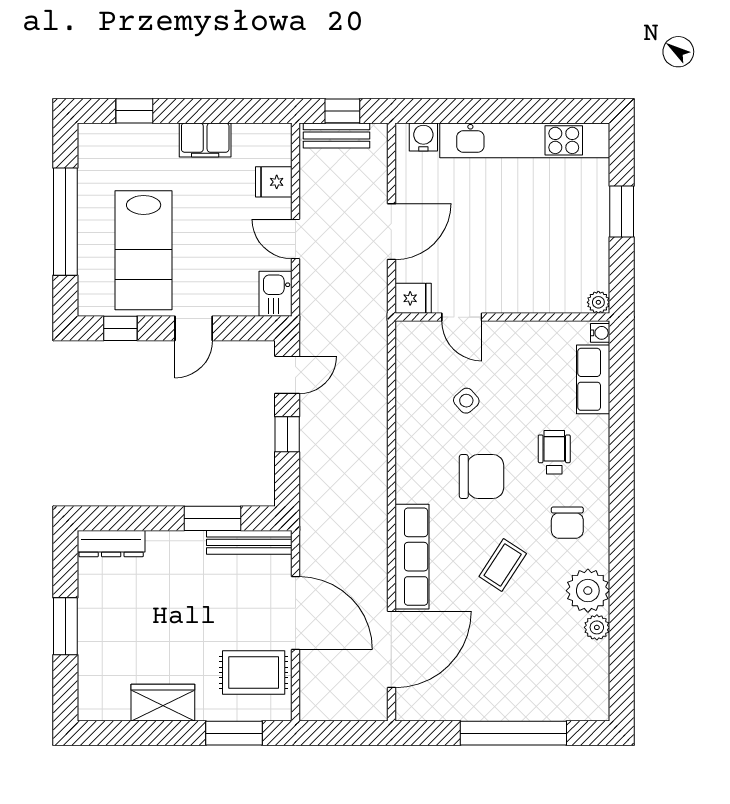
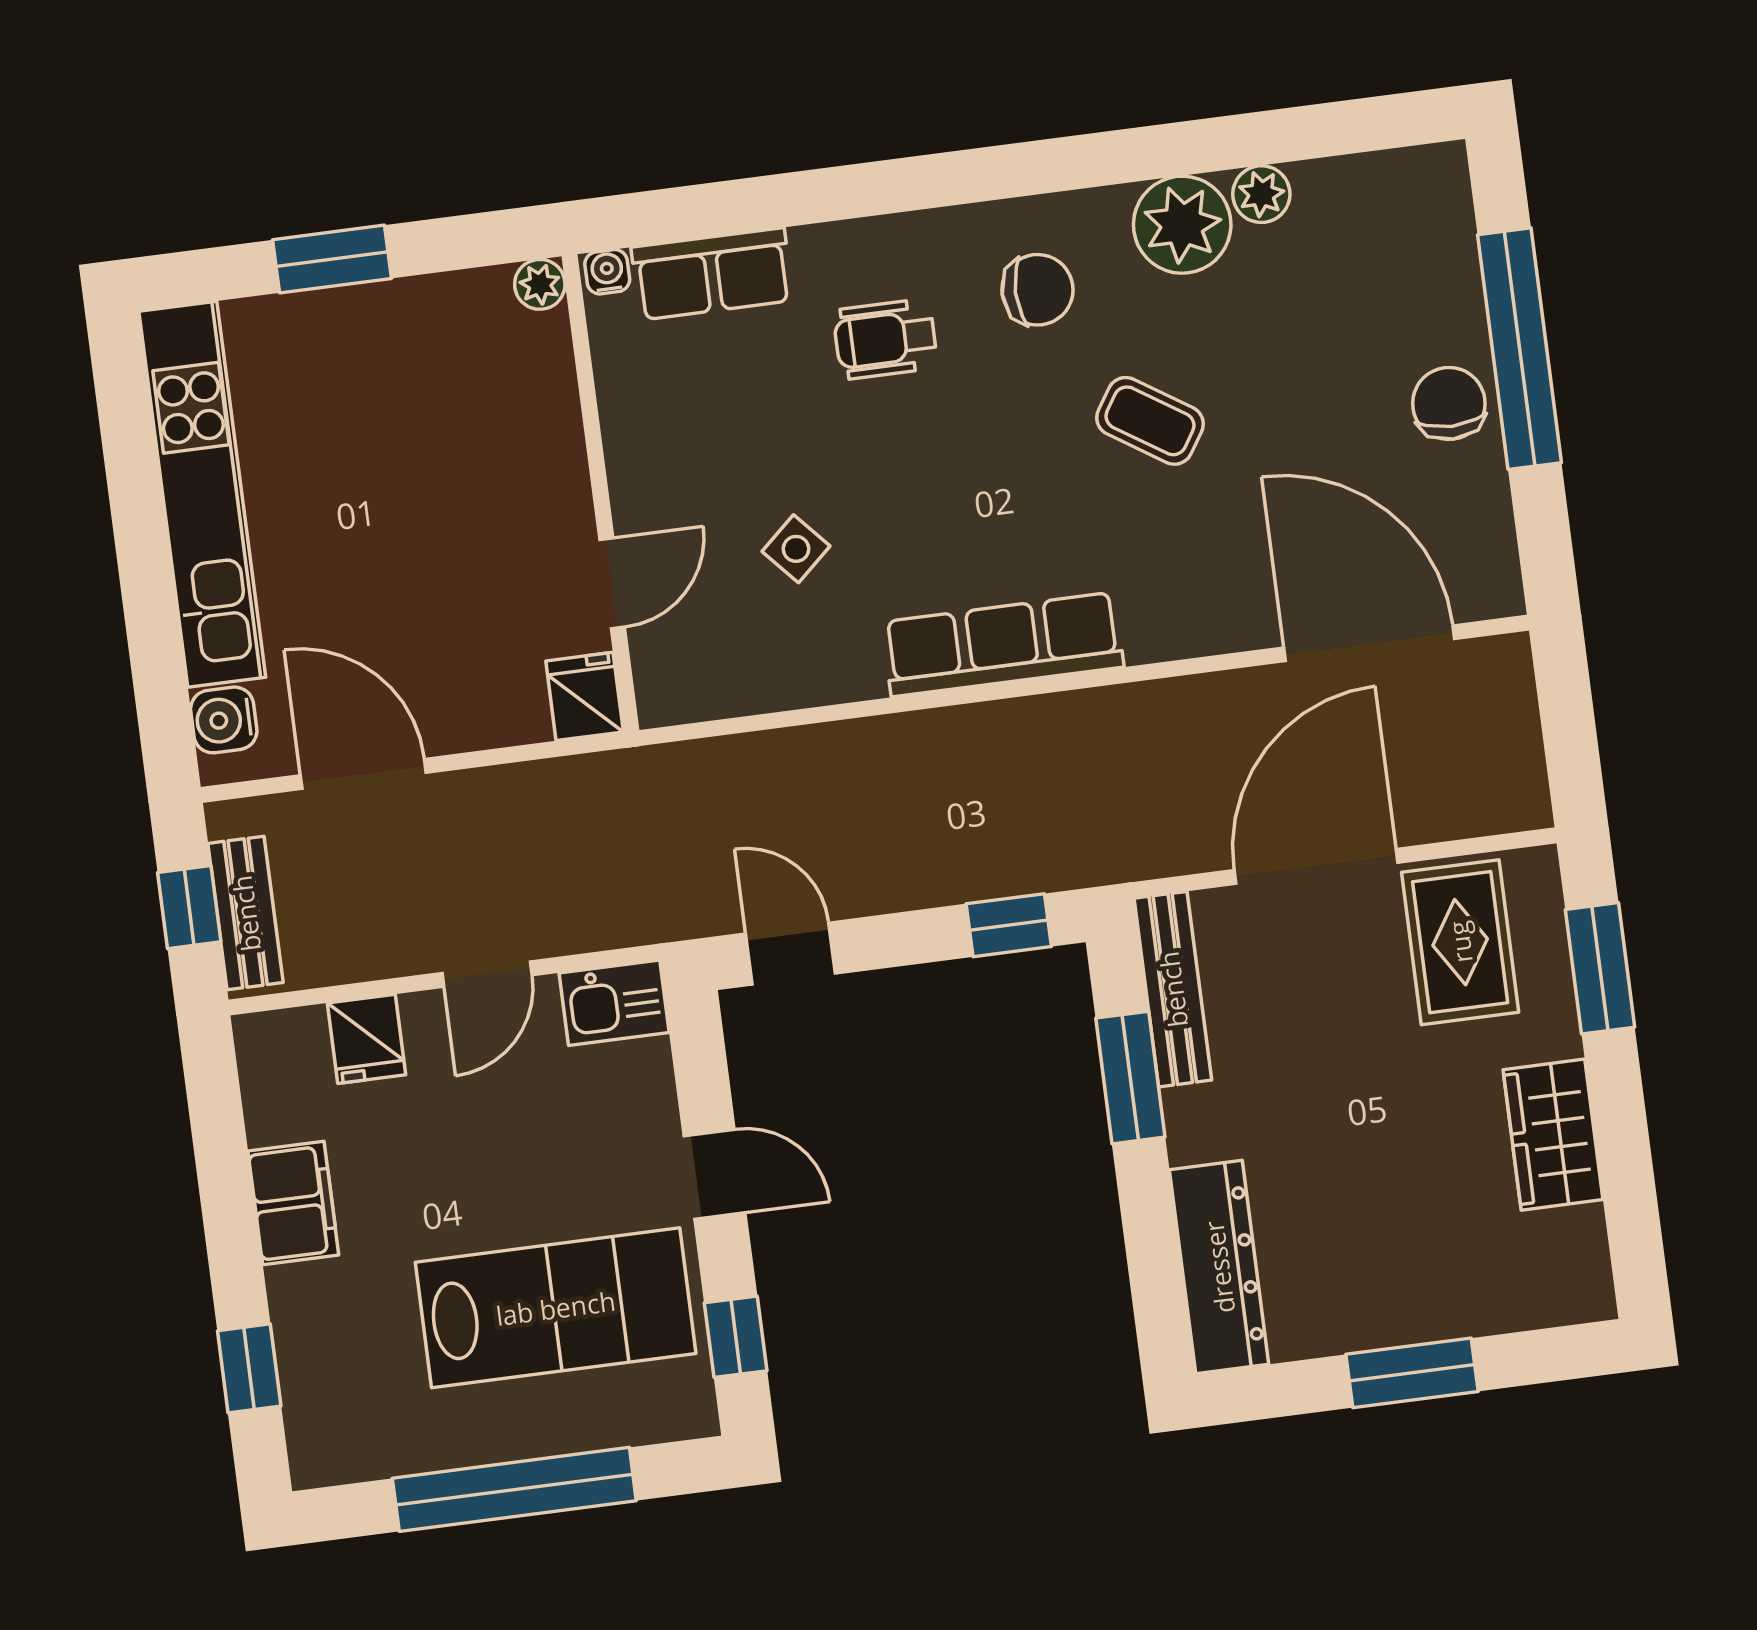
door: (391, 232) -> (363, 774), moved
window: (287, 434) -> (1009, 925), moved
chair: (481, 477) -> (1449, 403), moved, width x0.73, depth x0.73
dresser: (111, 544) -> (1219, 1267), width x1.37, depth x1.24
row of seats: (412, 557) -> (1003, 644), moved

